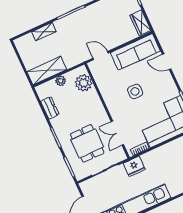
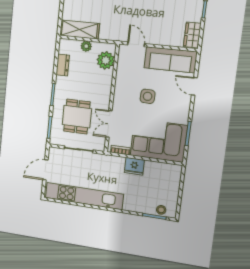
fridge: (134, 166) -> (134, 166), moved

